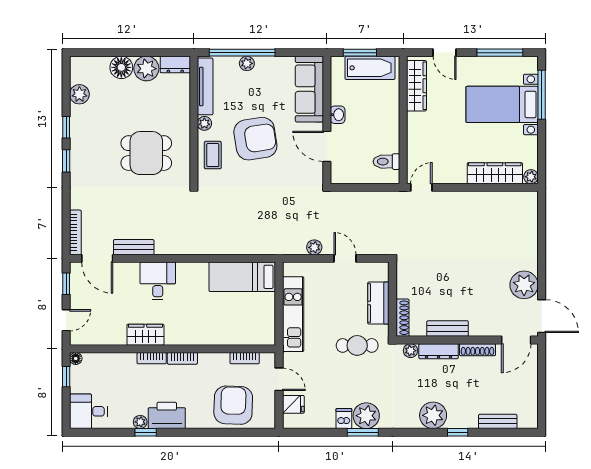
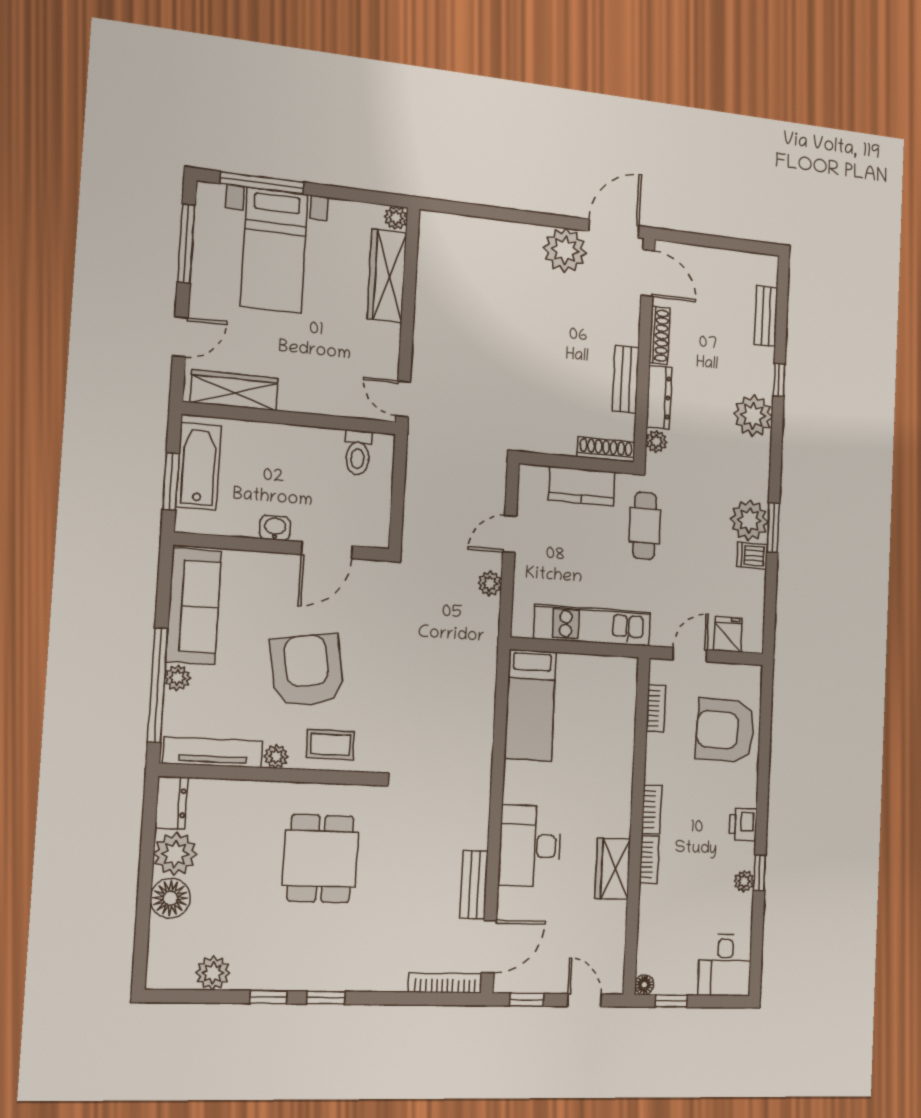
sofa: (309, 89) -> (194, 606), moved, turned -90
desk: (158, 281) -> (530, 846), width x1.37
printer: (167, 415) -> (743, 824), width x0.53, depth x0.68

